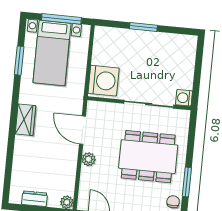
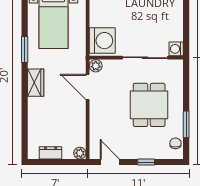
window: (19, 61) -> (25, 50), moved
dining table: (148, 157) -> (149, 105), width x0.73
plant: (89, 159) -> (96, 66), moved

